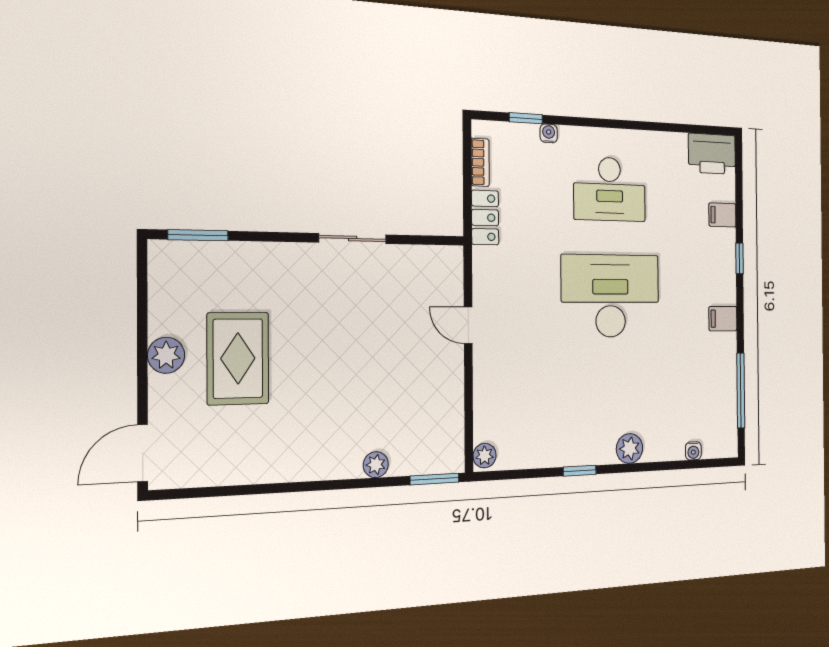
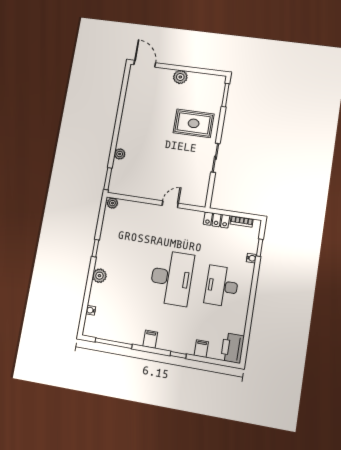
rug: (238, 358) -> (194, 123), moved

